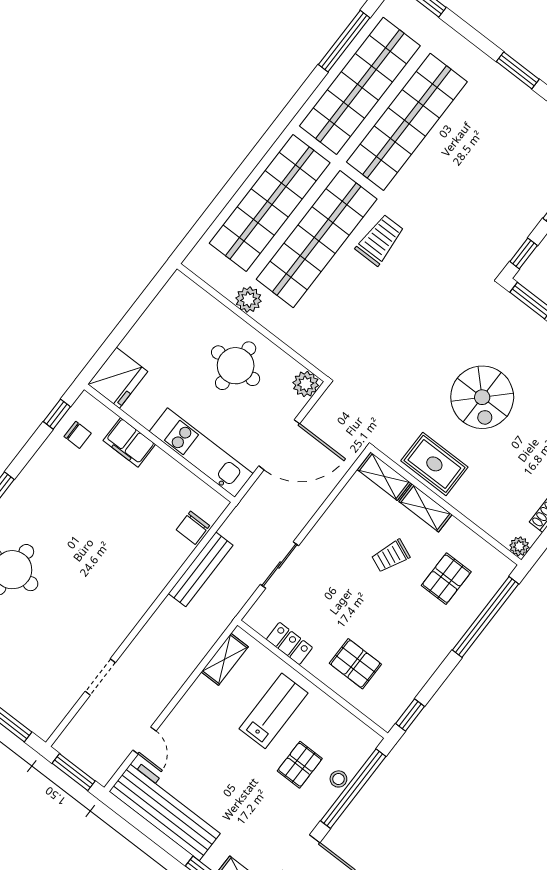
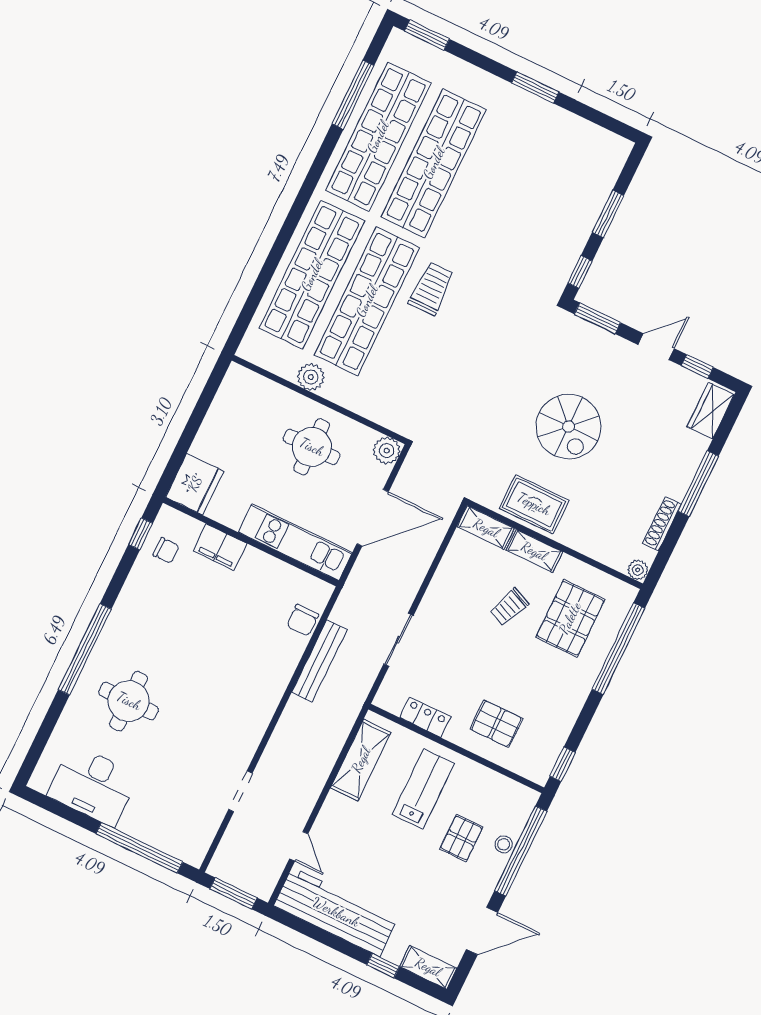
pallet: (446, 579) -> (570, 618), width x1.50, depth x1.42
shelving: (225, 659) -> (361, 760), width x1.50, depth x1.33

